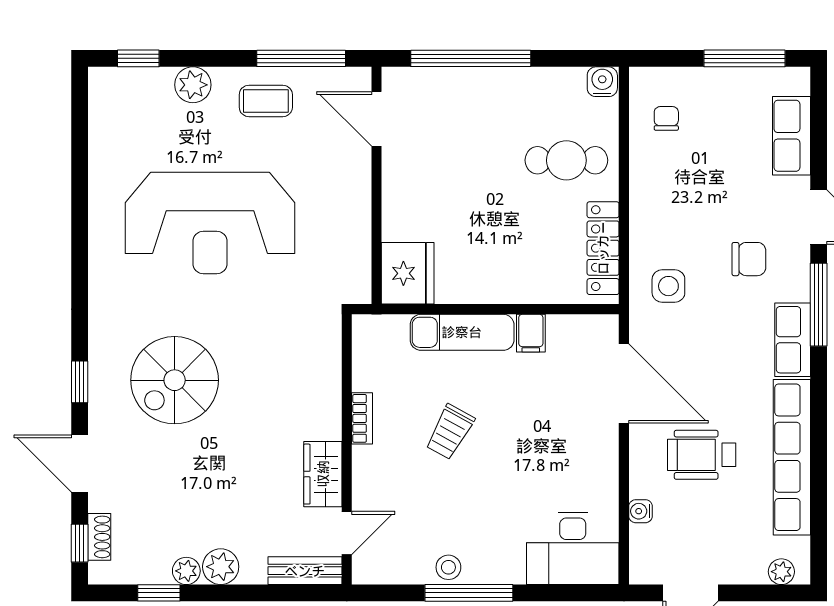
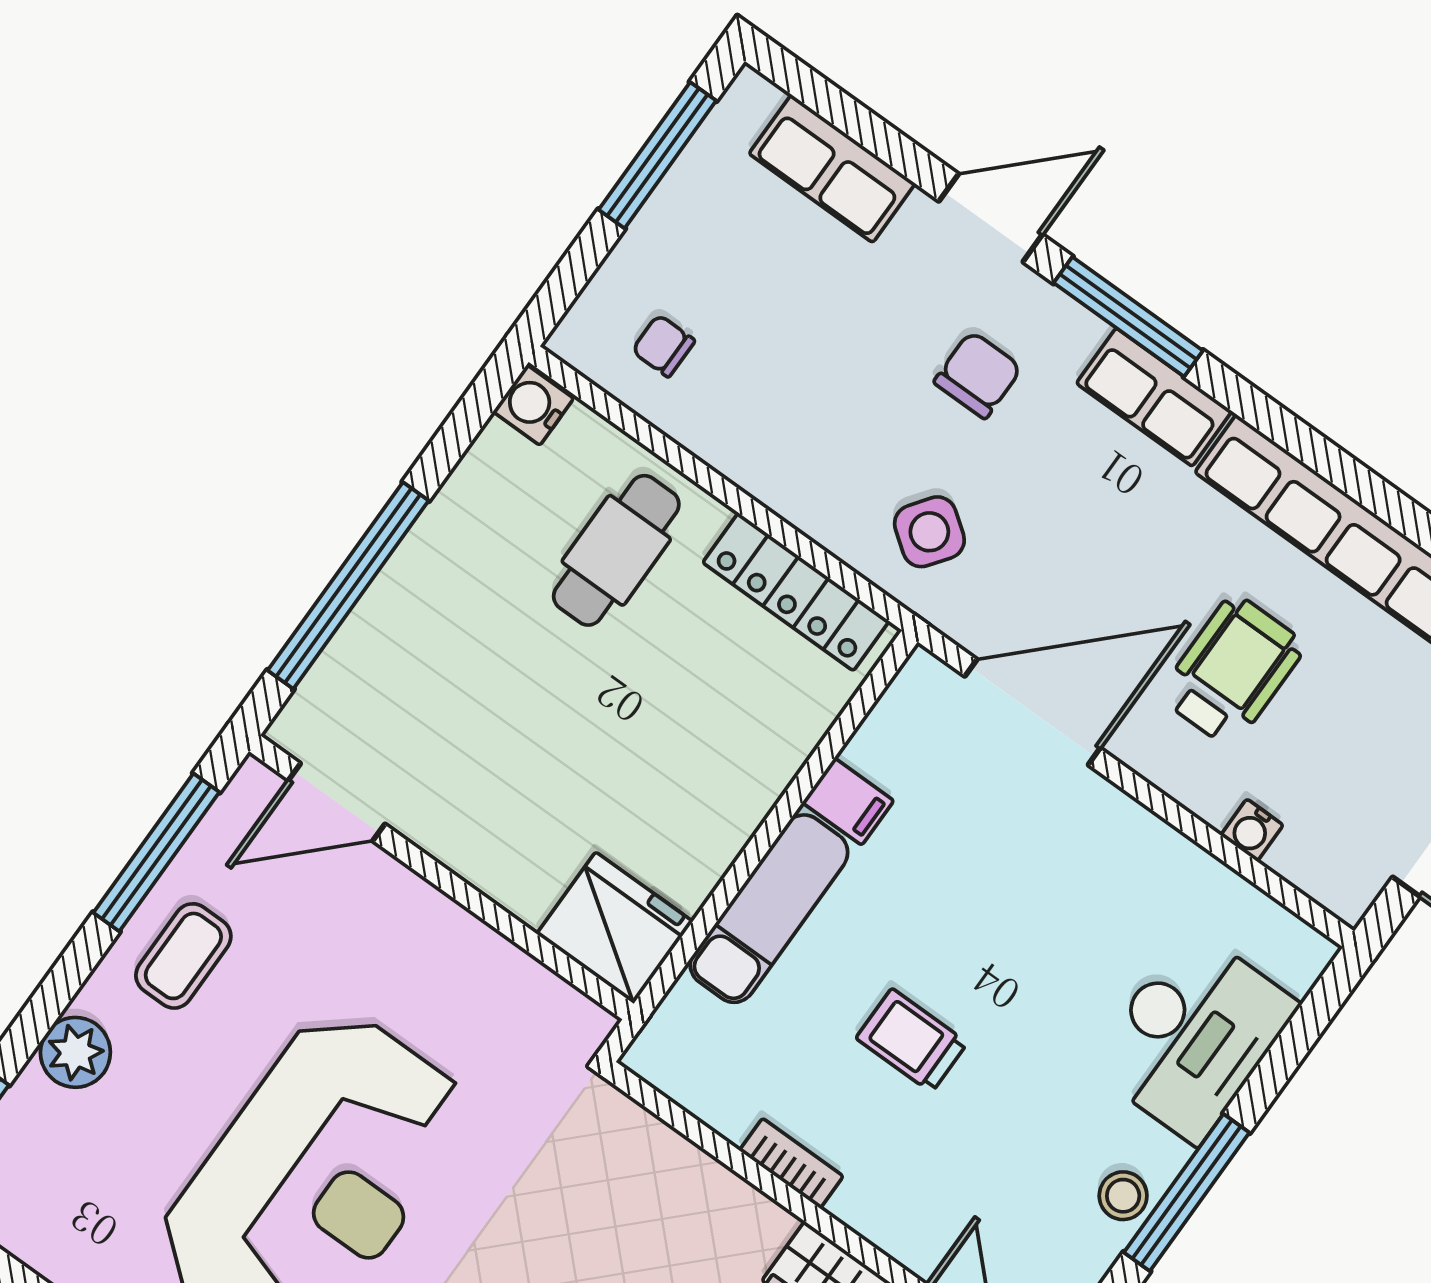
side table: (668, 286) -> (929, 532), turned 36
trolley: (450, 432) -> (912, 1040), turned 151
wheelchair: (702, 455) -> (1232, 670), turned 180
desk: (573, 548) -> (1193, 1035), moved

